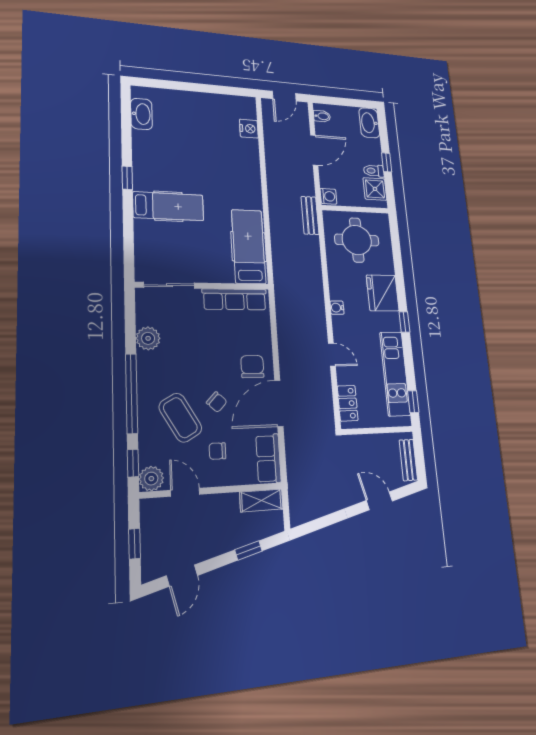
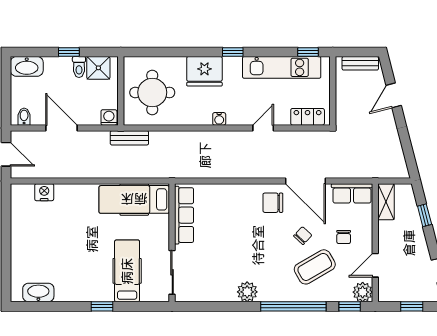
hospital bed: (249, 247) -> (134, 199), moved
sliding door: (169, 285) -> (172, 272), moved
wall: (203, 286) -> (172, 243), moved
row of seats: (235, 299) -> (184, 215), moved

